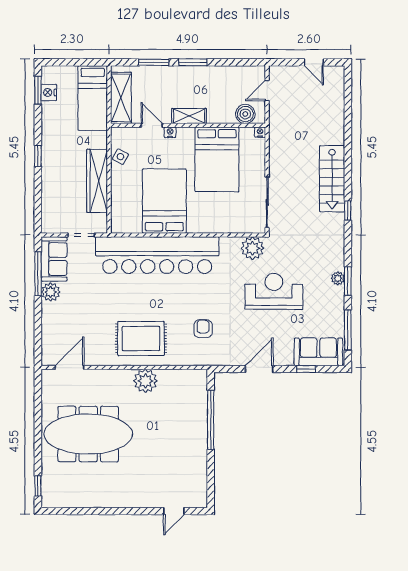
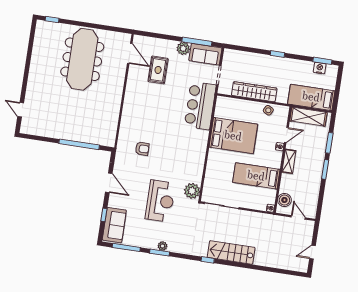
bed: (217, 159) -> (256, 176), width x0.67
bar counter: (157, 255) -> (200, 106), width x0.54
rug: (141, 339) -> (158, 70), moved, width x0.73, depth x0.70
plant: (145, 381) -> (113, 104), removed

